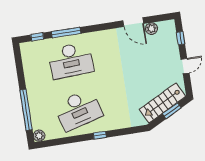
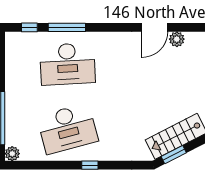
door: (133, 22) -> (155, 27), hinge flipped
window: (172, 111) -> (174, 155), moved

